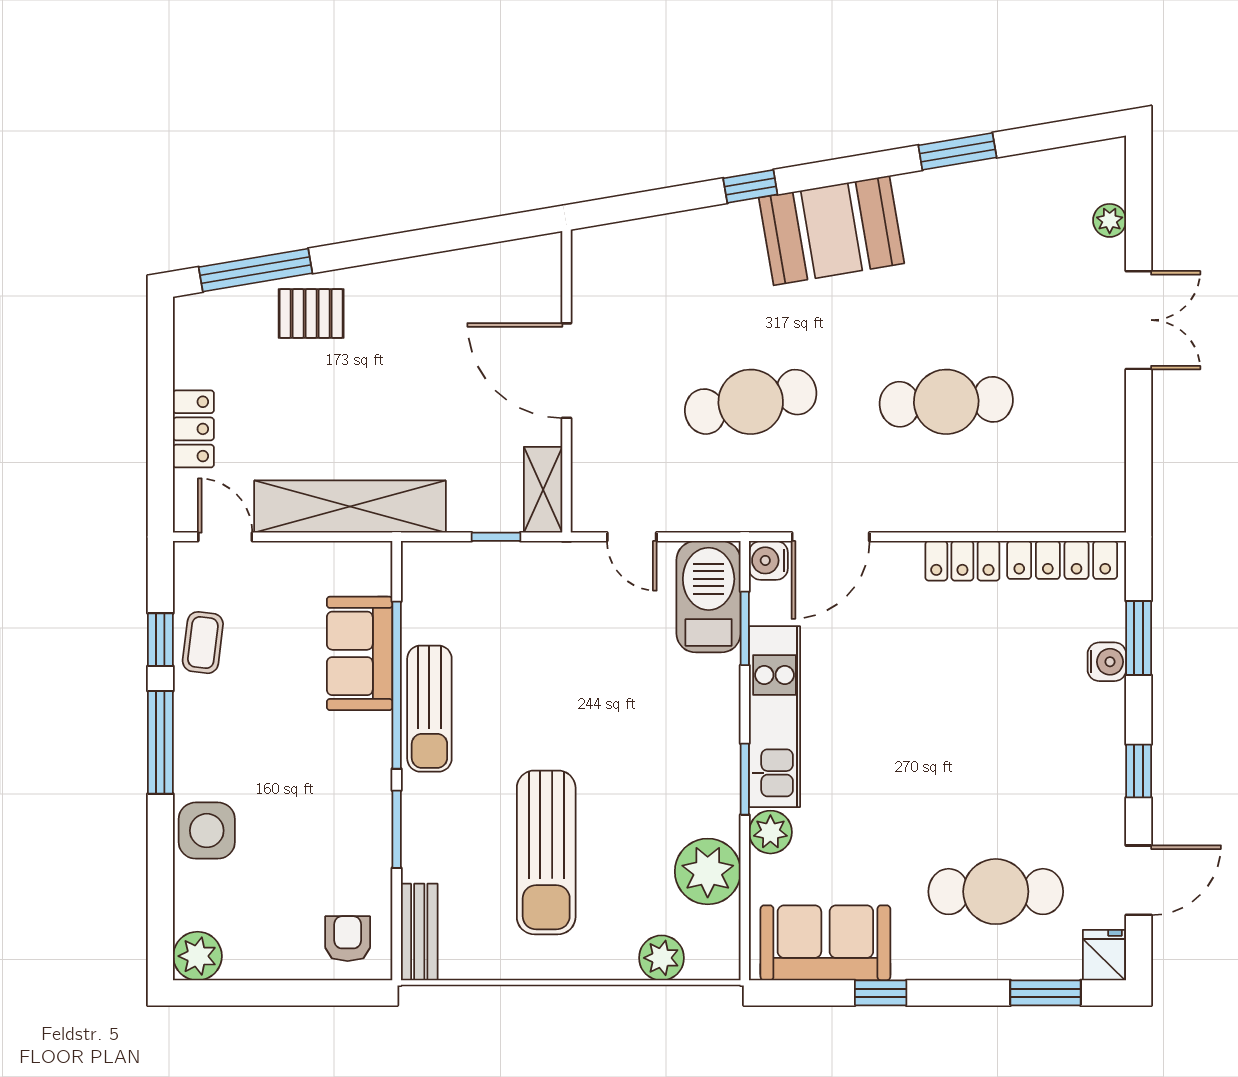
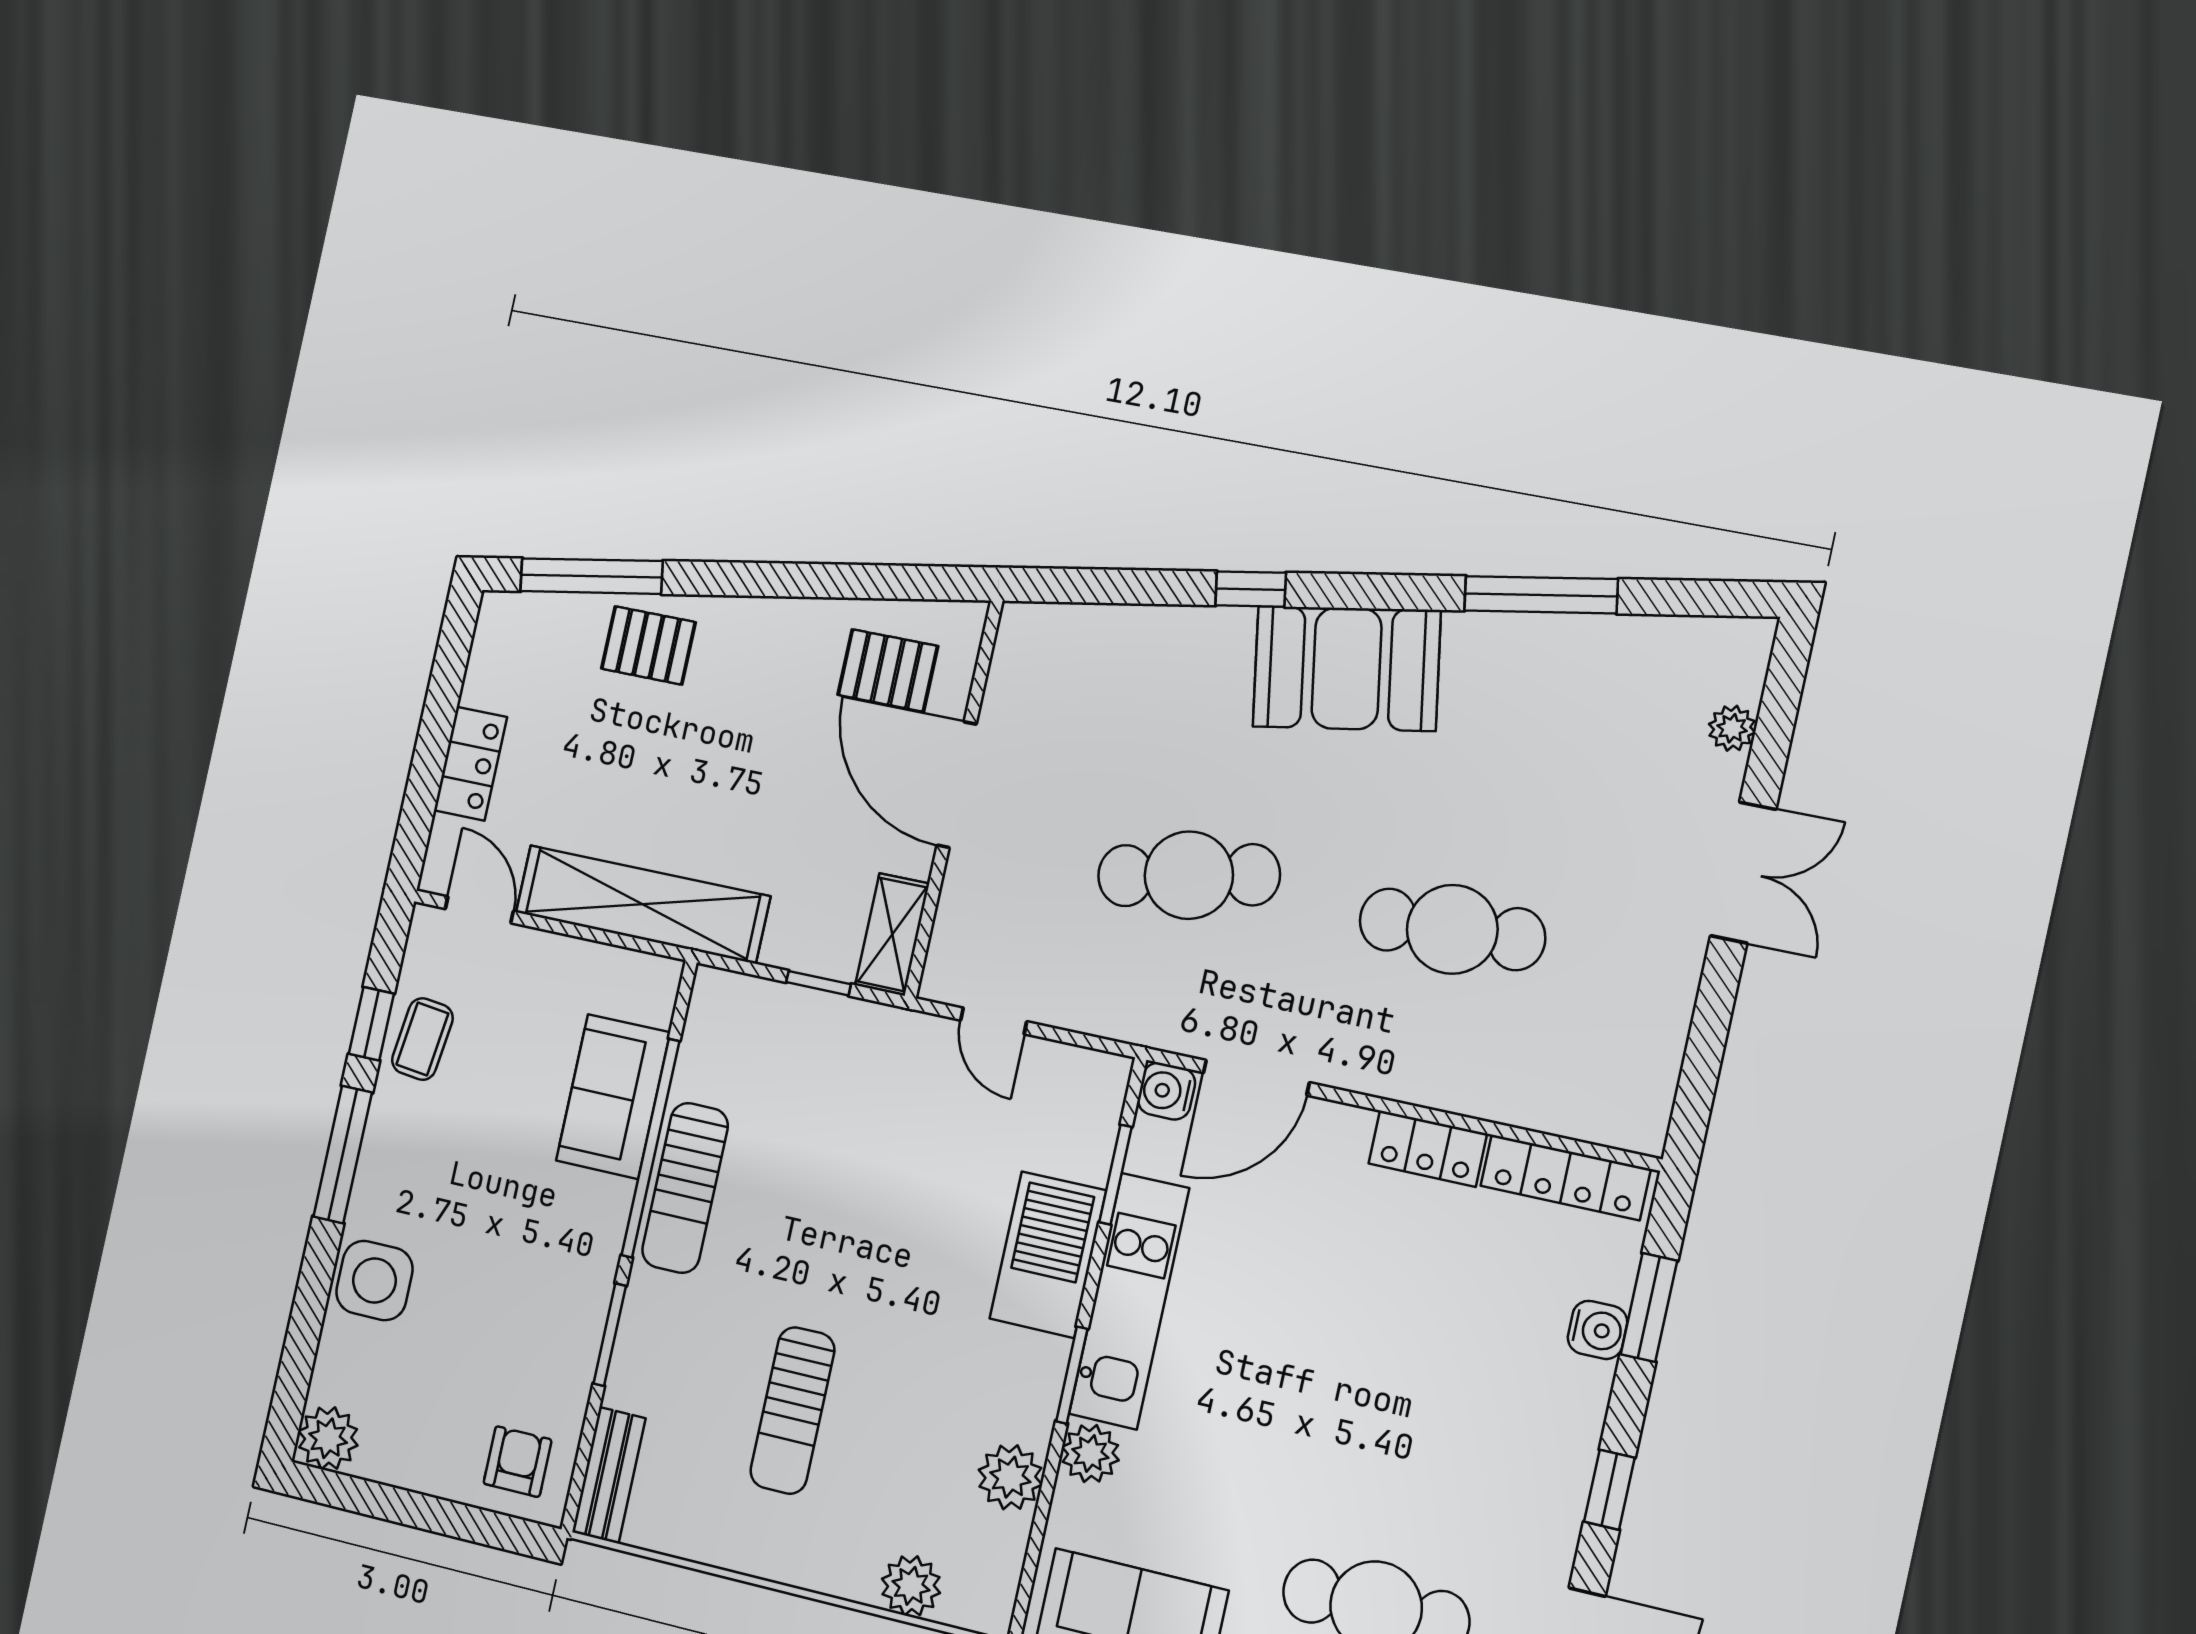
window: (957, 151) -> (1541, 595), width x1.44
pallet: (497, 297) -> (888, 670), added
barbecue: (709, 597) -> (1048, 1255), moved
sun lounger: (546, 852) -> (792, 1410), width x0.73, depth x0.75
plant: (708, 871) -> (1010, 1477), width x0.73, depth x0.73

